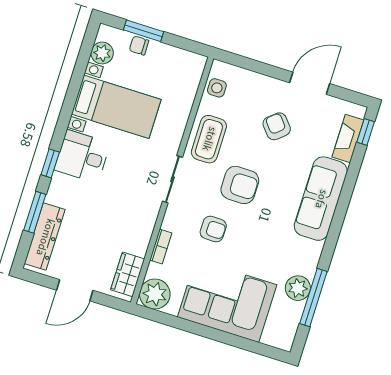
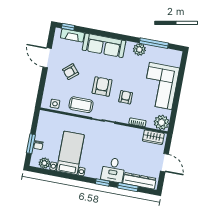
desk: (82, 156) -> (113, 170), moved
plant: (298, 288) -> (139, 49), moved

